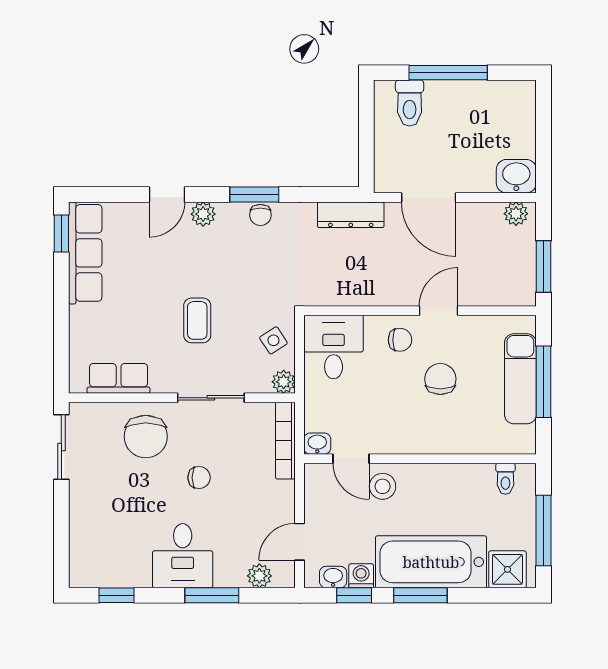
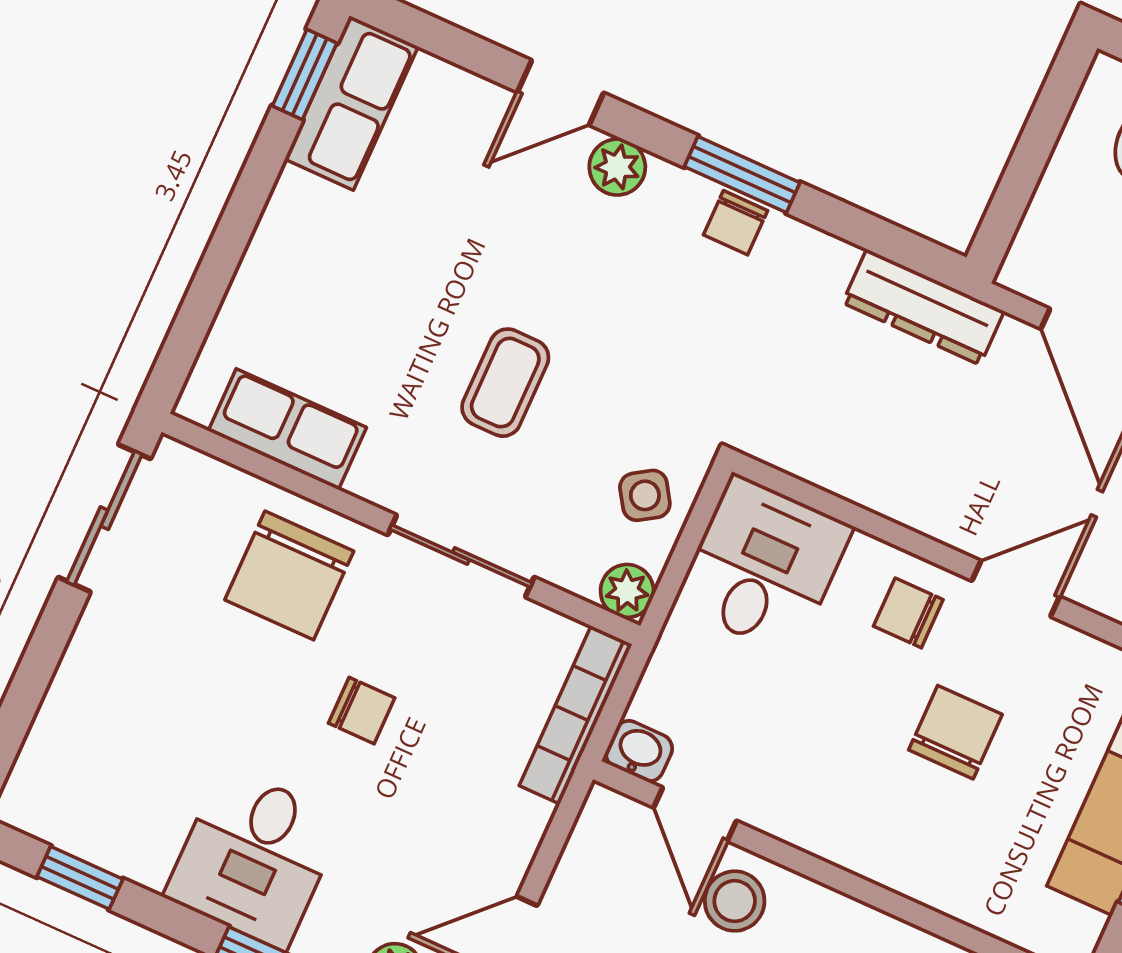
row of seats: (85, 253) -> (351, 103), width x0.68
chair: (400, 340) -> (908, 613), turned 180

